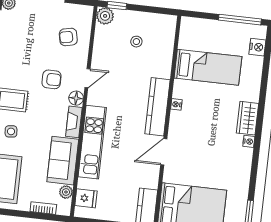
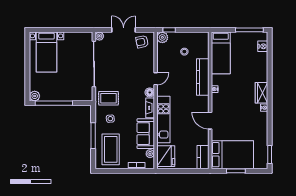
armchair: (68, 37) -> (142, 42), moved
bed: (208, 67) -> (221, 53), moved, turned 90
armchair: (52, 79) -> (133, 82), removed
kitchen counter: (158, 107) -> (203, 77), moved
door: (164, 152) -> (210, 121), hinge flipped
fridge: (86, 198) -> (166, 156), width x1.88, depth x1.34

